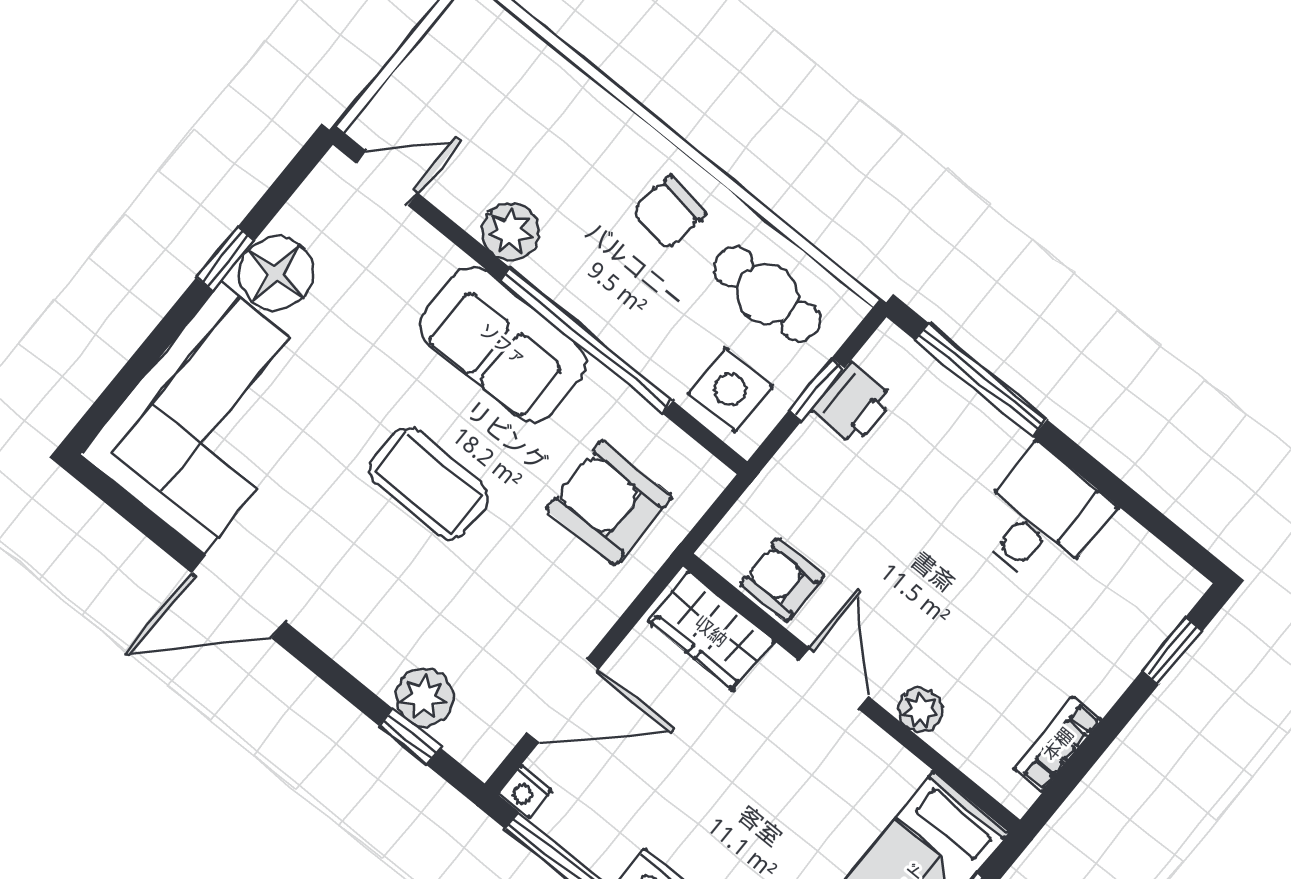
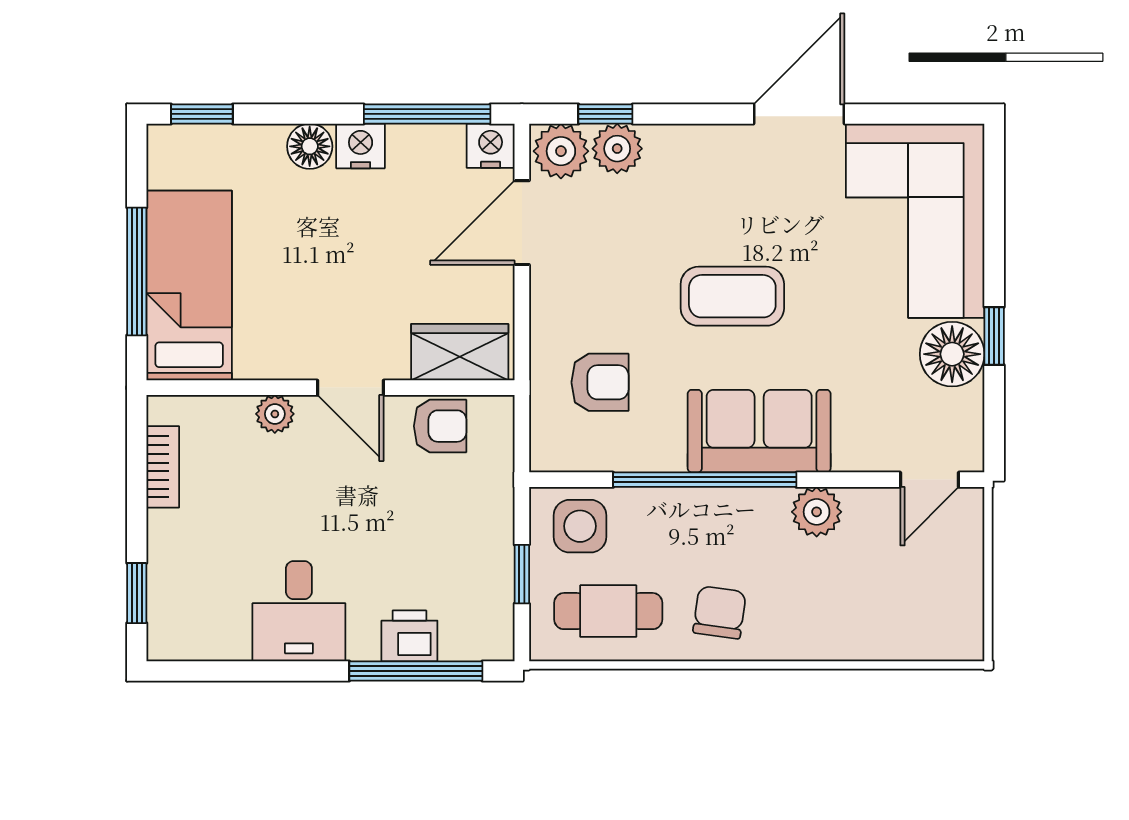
printer: (853, 404) -> (409, 636), moved, turned 90
armchair: (609, 503) -> (600, 382), width x0.72, depth x0.72
plant: (476, 736) -> (561, 151), added
nightstand: (525, 792) -> (491, 146), width x1.39, depth x1.35

